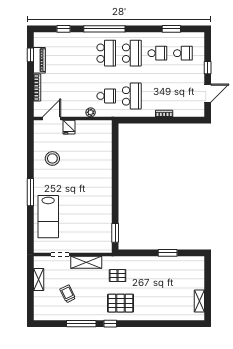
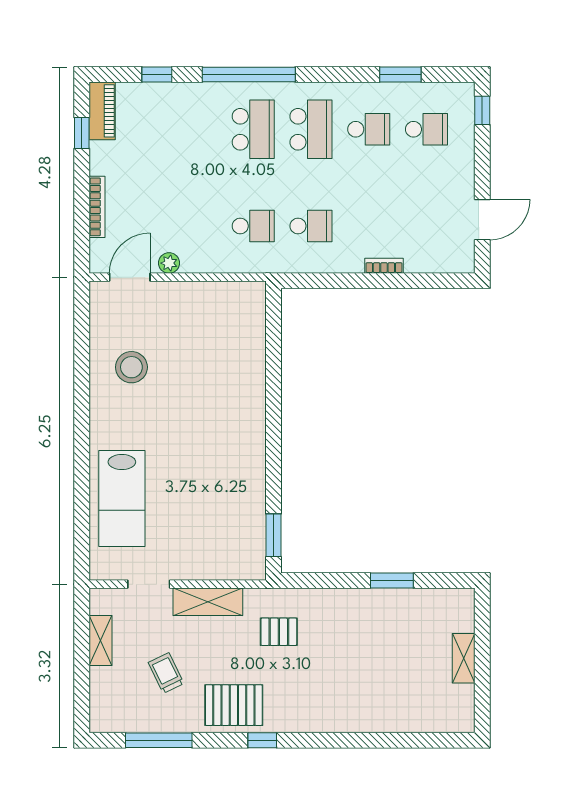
piano: (39, 60) -> (102, 111), moved
window: (208, 68) -> (482, 110), moved
school desk: (132, 96) -> (311, 226), width x0.54
plant: (91, 112) -> (169, 263), moved
fridge: (69, 127) -> (169, 297), removed
window: (30, 192) -> (82, 443), removed
shelving: (199, 301) -> (464, 658), moved
pallet: (121, 303) -> (234, 705), moved
window: (81, 324) -> (159, 740), moved

